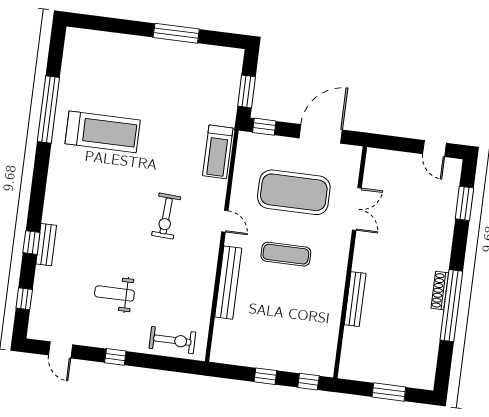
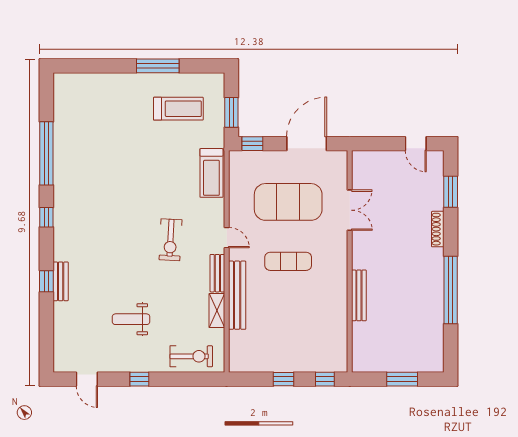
treadmill: (103, 132) -> (178, 109), moved, width x0.73, depth x0.73
bench: (211, 257) -> (217, 273), added
shoe rack: (440, 291) -> (438, 229), moved
shelving: (205, 296) -> (217, 311), added
window: (24, 299) -> (46, 217), moved

